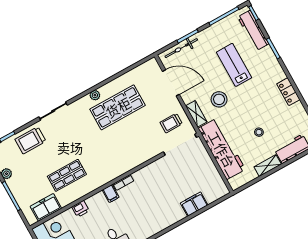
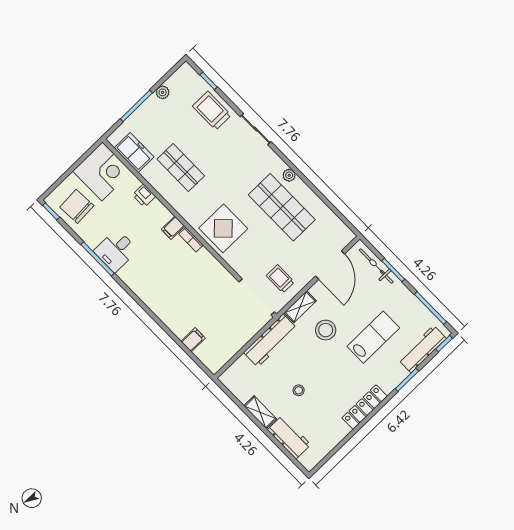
locker: (288, 92) -> (365, 407), width x1.53
workbench: (222, 149) -> (270, 341), width x0.73, depth x0.76
display table: (121, 156) -> (223, 228), added
filing cabinet: (194, 204) -> (193, 340), width x0.50

